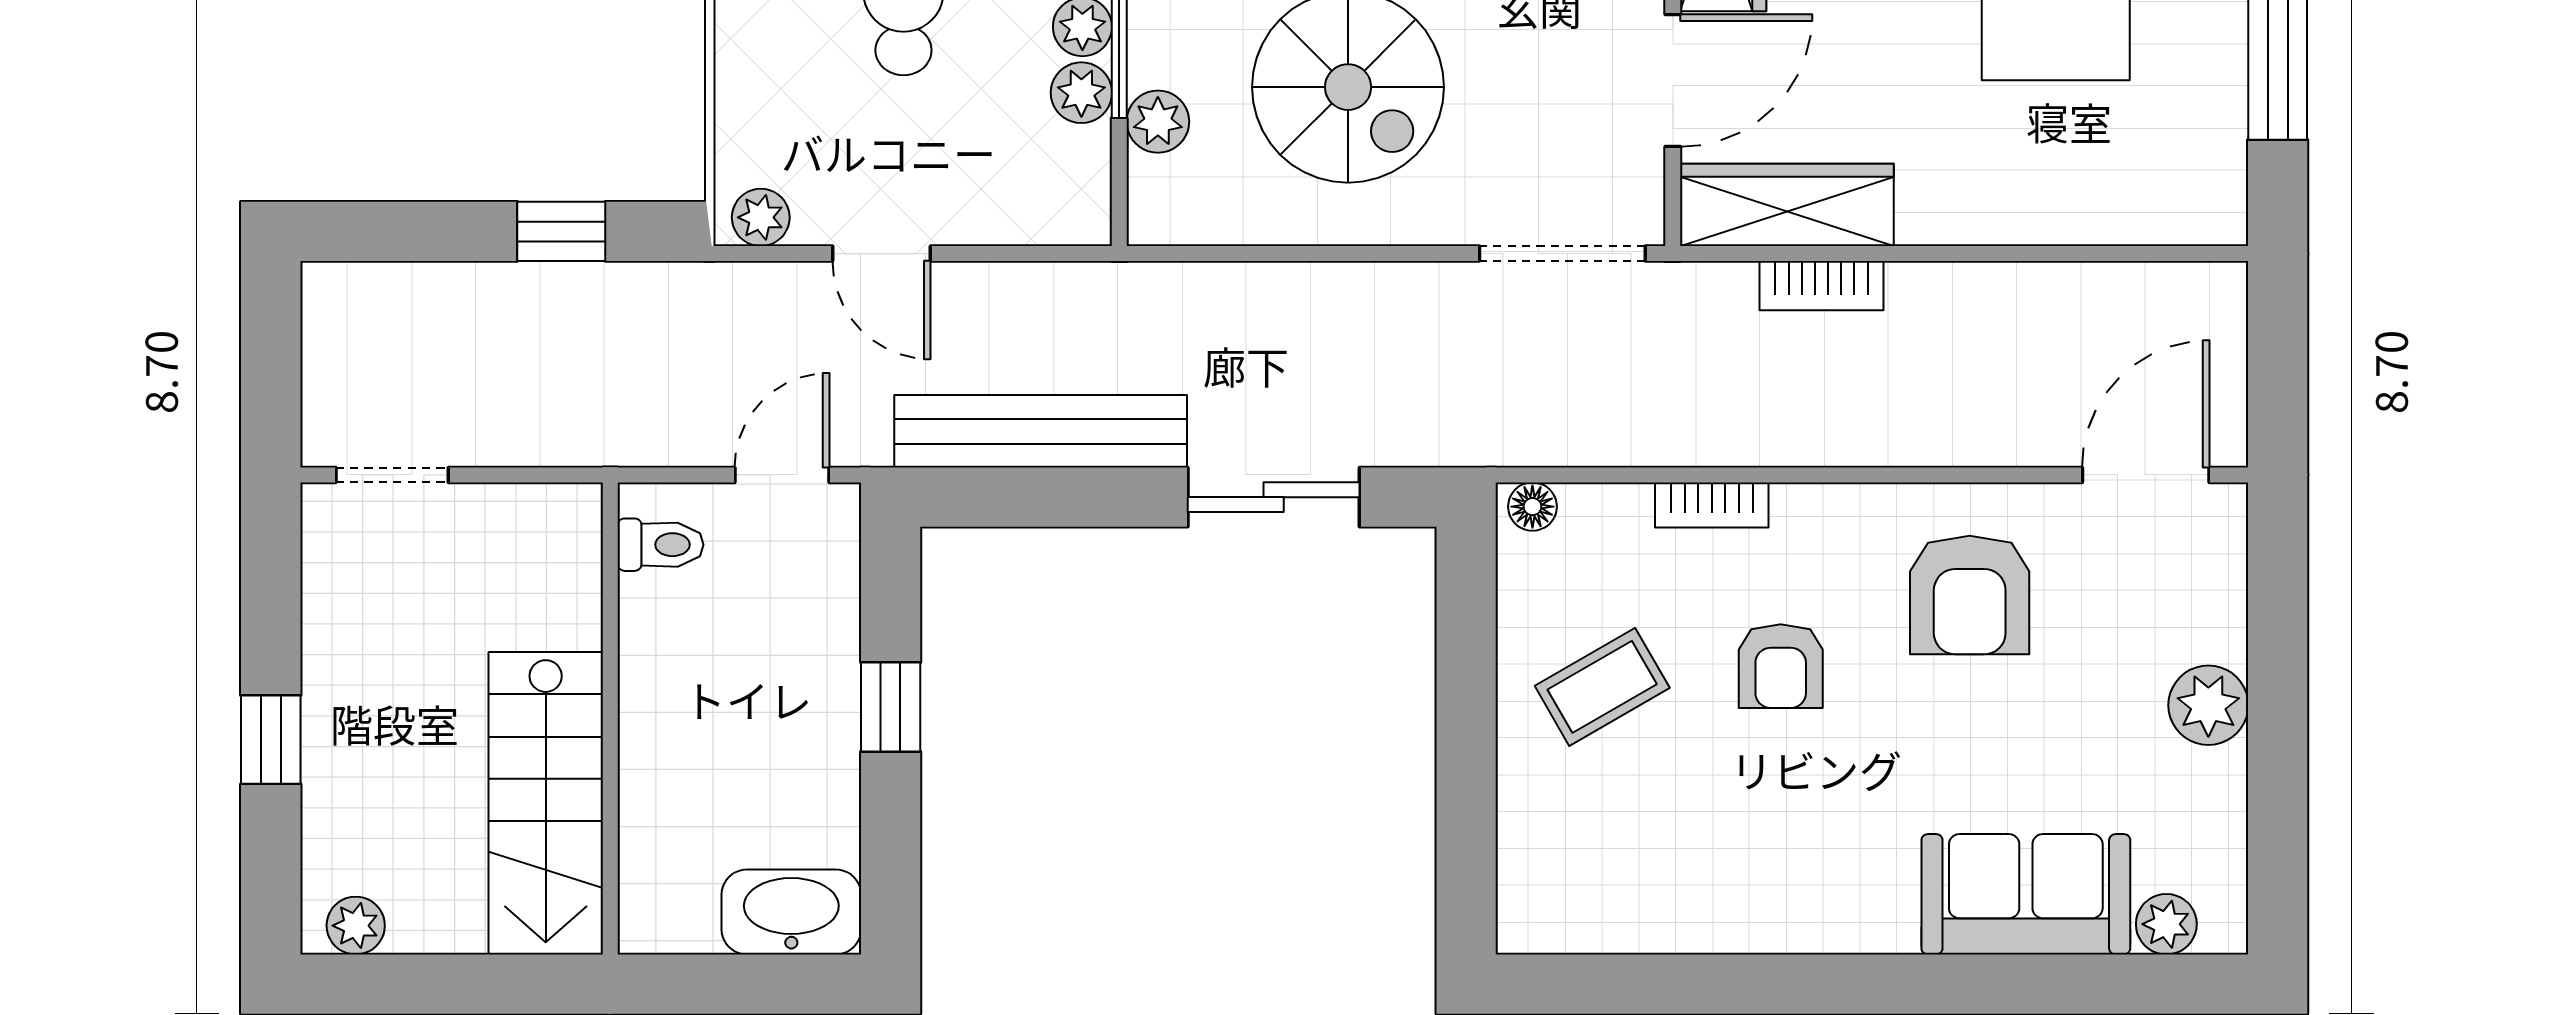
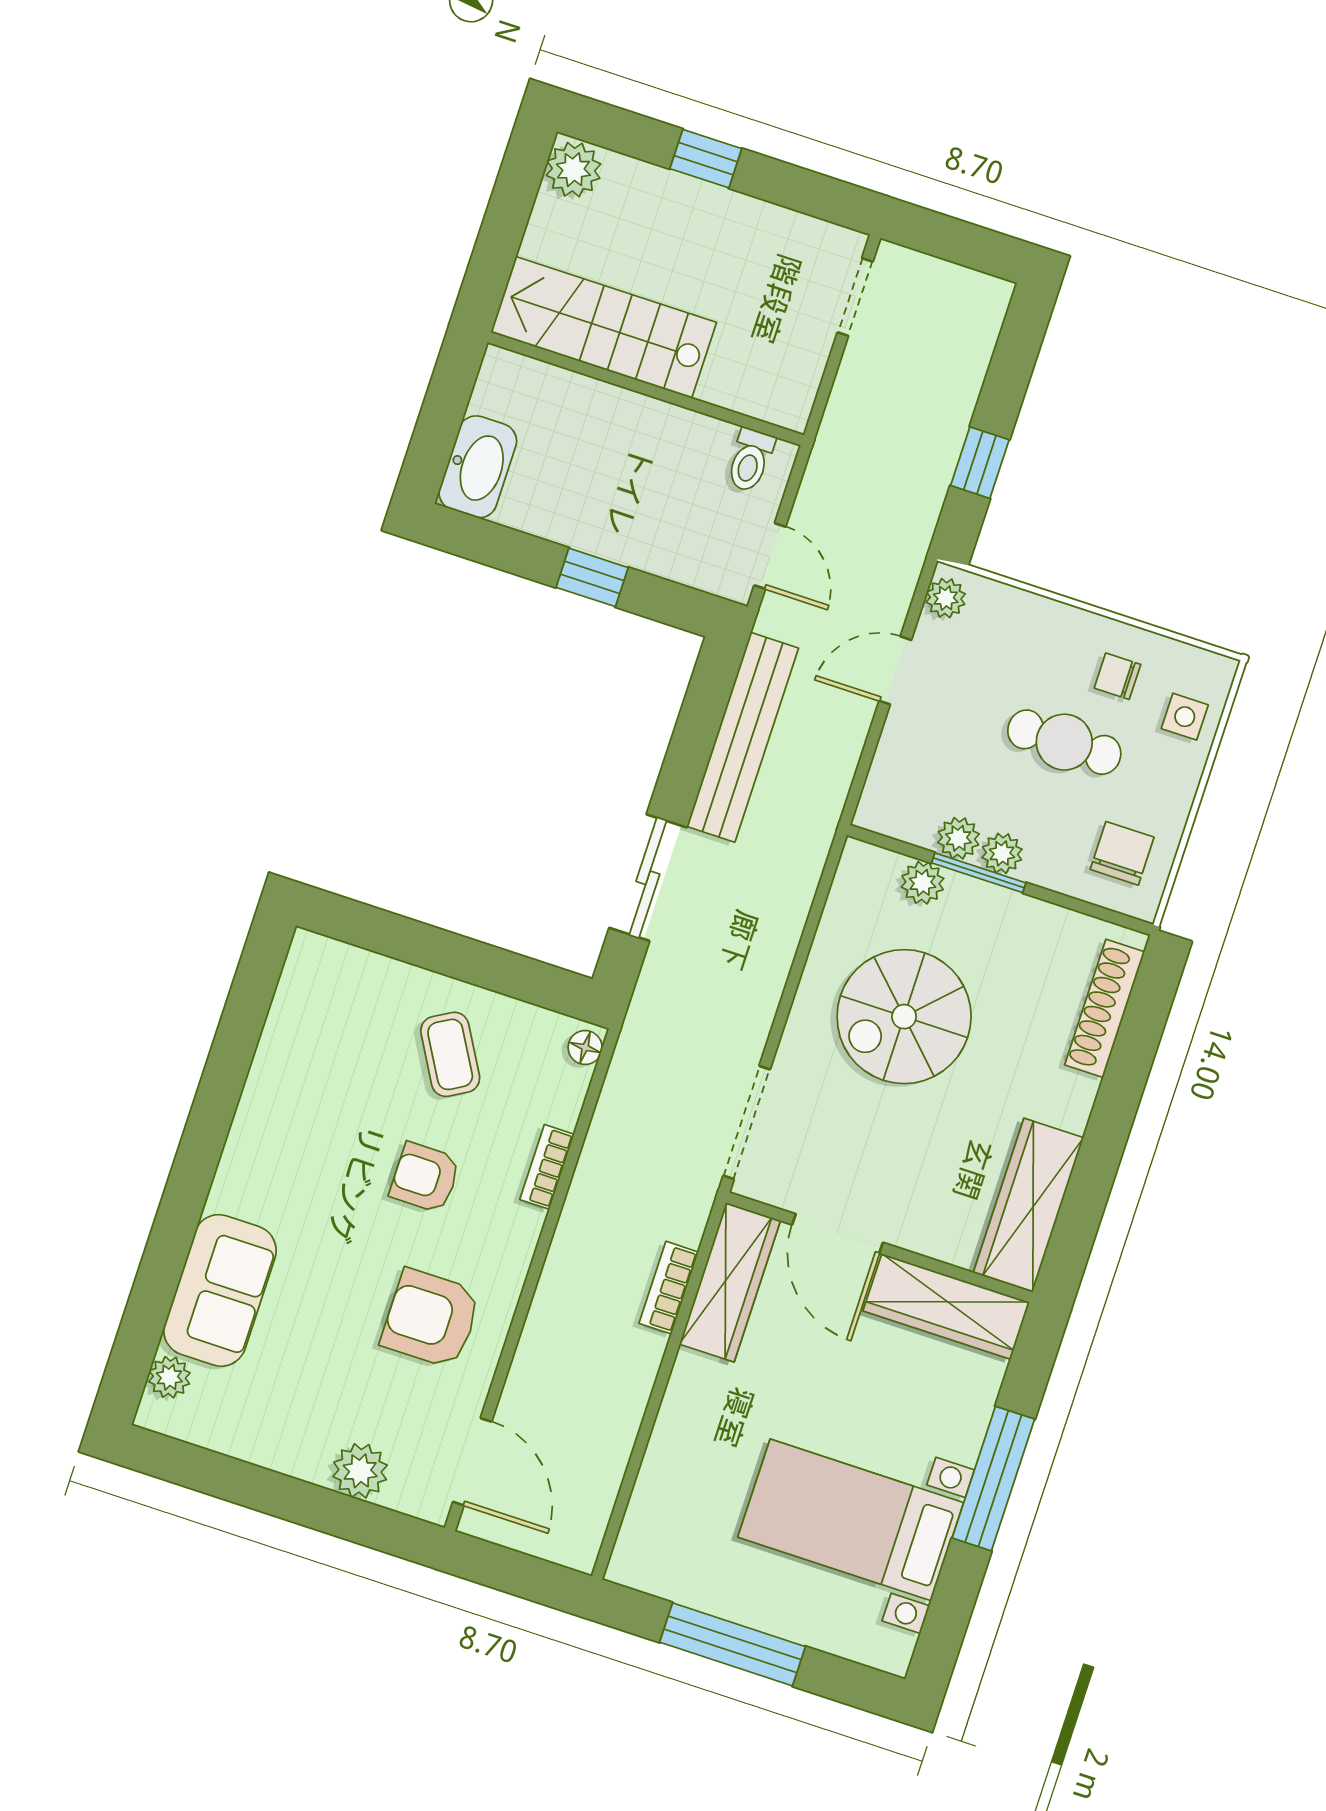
plant: (2208, 705) -> (360, 1471), moved
plant: (356, 926) -> (573, 170), width x1.38, depth x1.38

